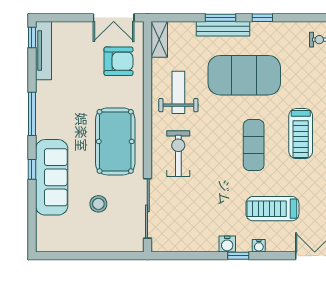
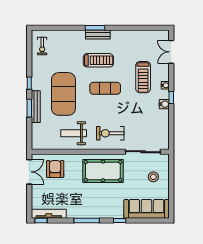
shelving: (159, 39) -> (42, 145), removed
sofa: (52, 177) -> (146, 209), moved
stool: (98, 204) -> (153, 177), moved

